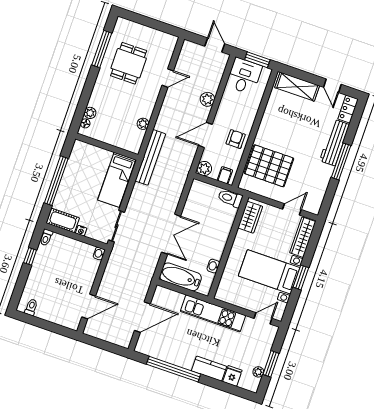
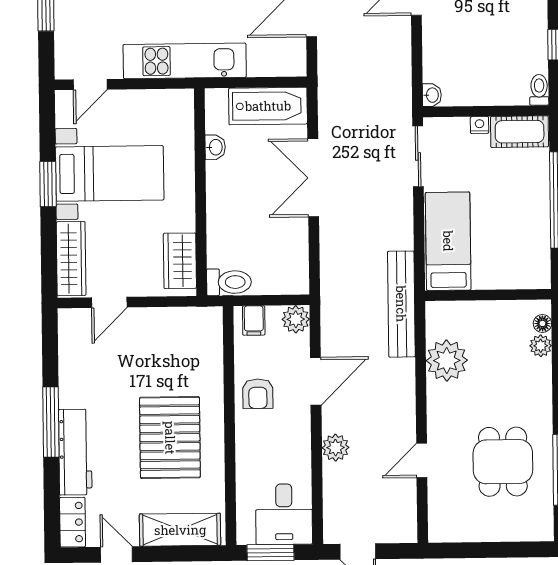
plant: (143, 124) -> (447, 360), width x1.87, depth x1.87
pallet: (269, 166) -> (170, 438), moved, turned 90

